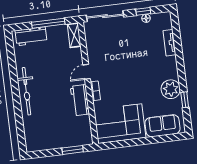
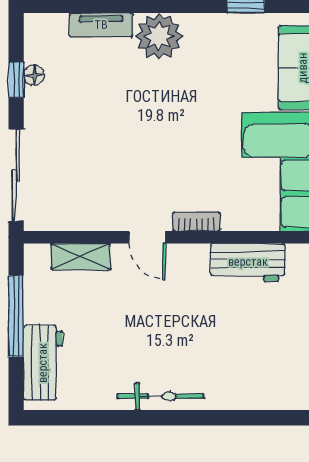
shelving: (74, 35) -> (81, 257), moved
plant: (171, 89) -> (159, 36), moved
bicycle: (26, 91) -> (161, 396), width x0.73, depth x0.71
workbench: (80, 100) -> (248, 262), moved

